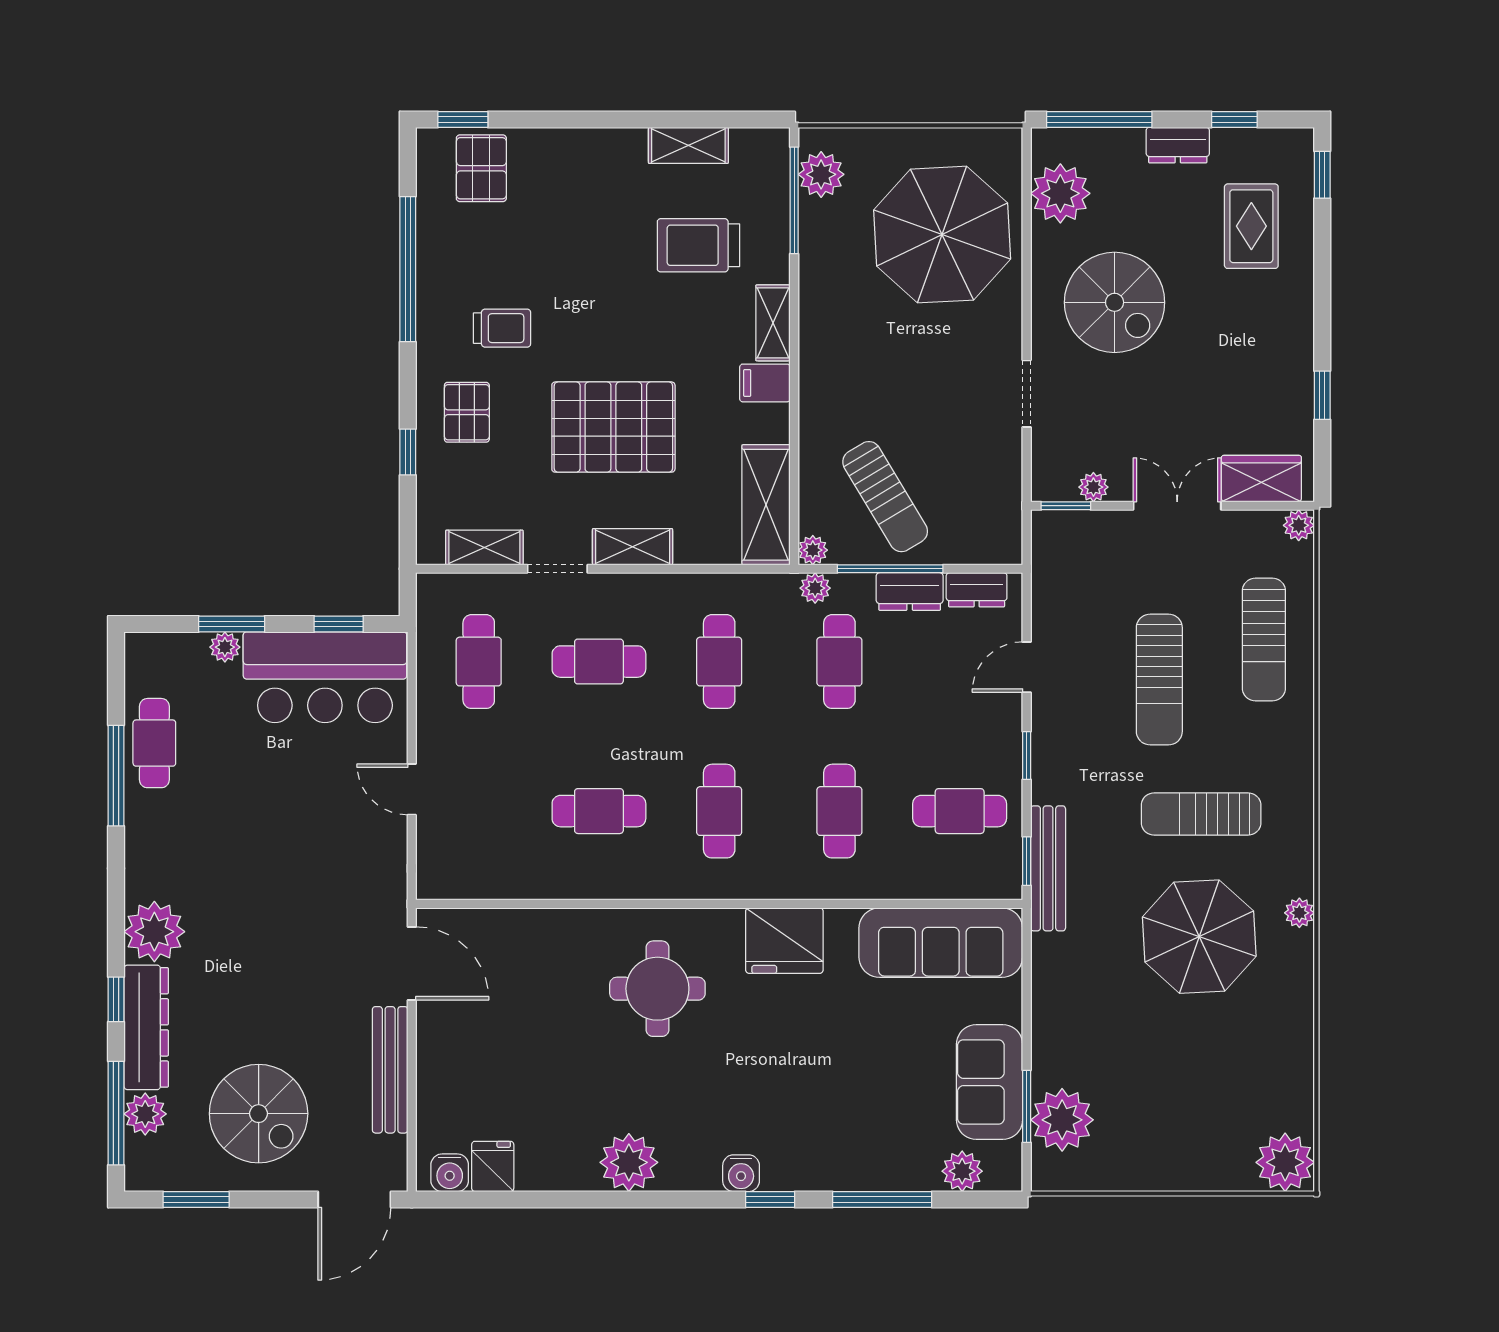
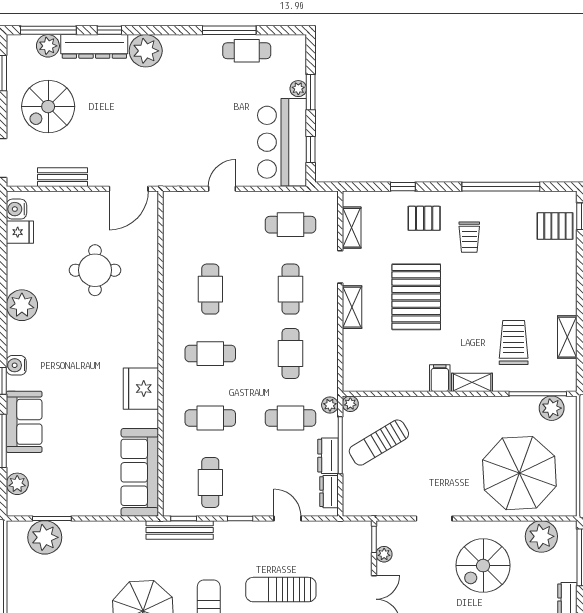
shelving: (766, 505) -> (375, 379), removed
cafe table: (719, 662) -> (290, 354), turned 90
round table: (657, 989) -> (95, 270), moved
bench: (390, 1070) -> (63, 177), width x0.73
sofa: (990, 1082) -> (24, 422), moved, turned 90

